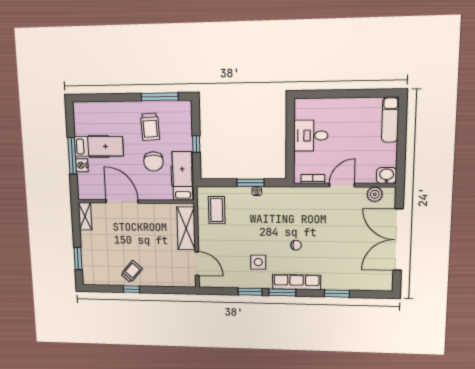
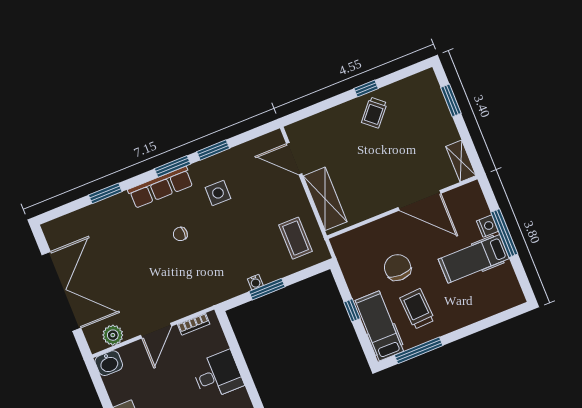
hospital bed: (182, 176) -> (379, 326), moved, turned 180

